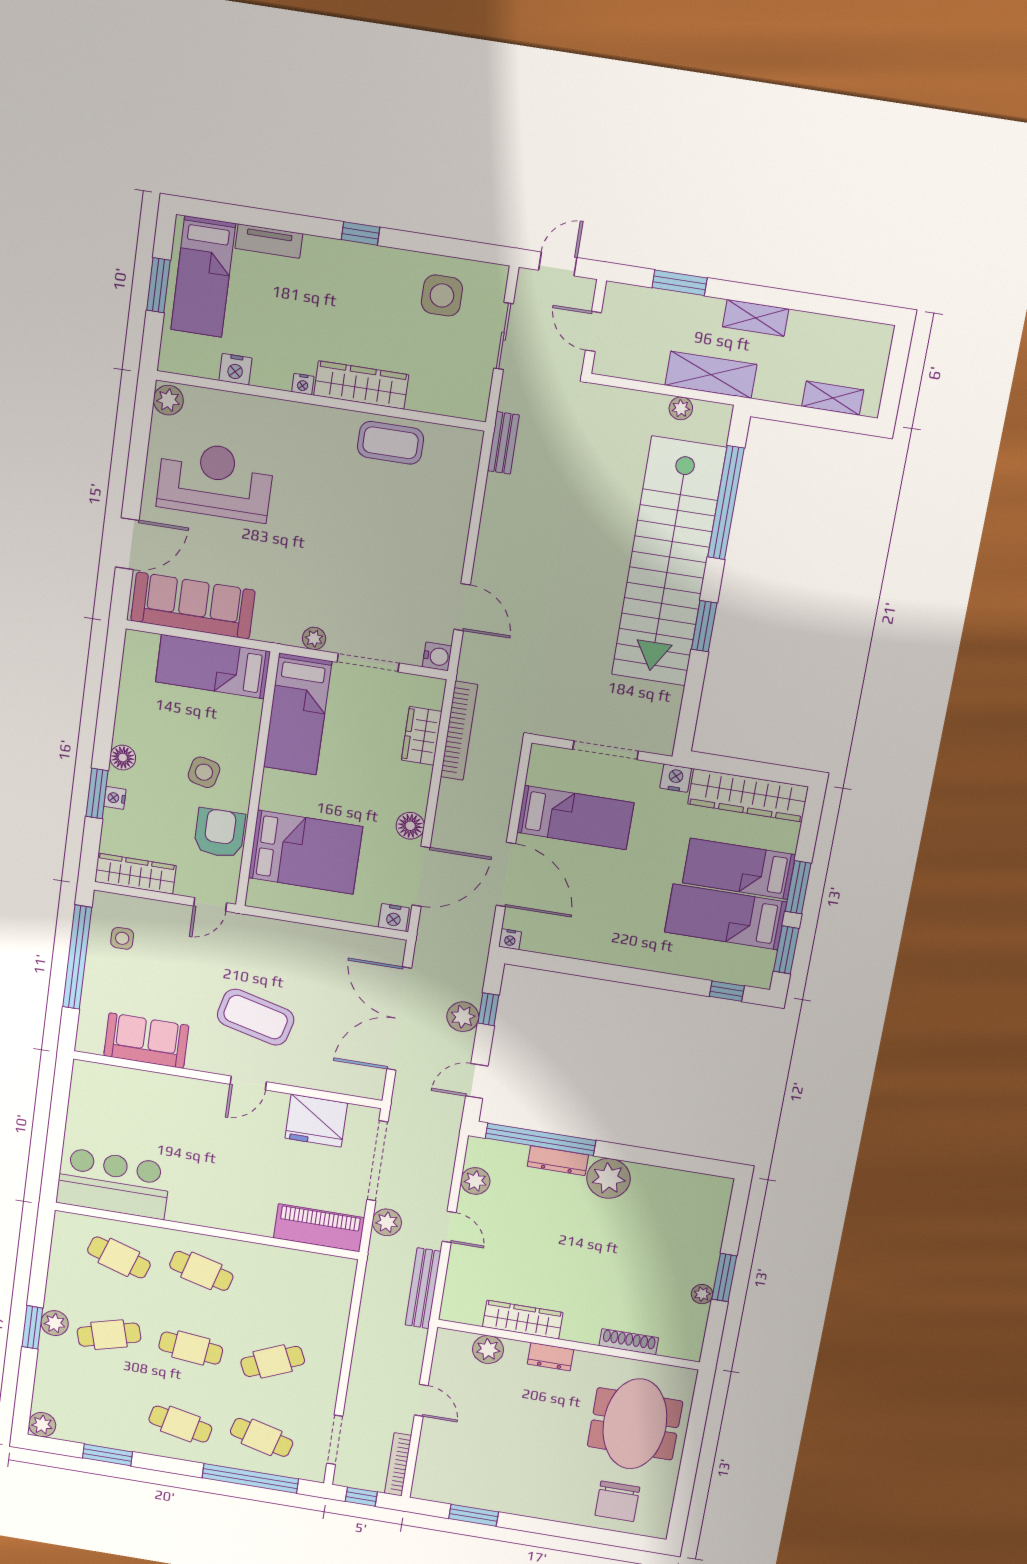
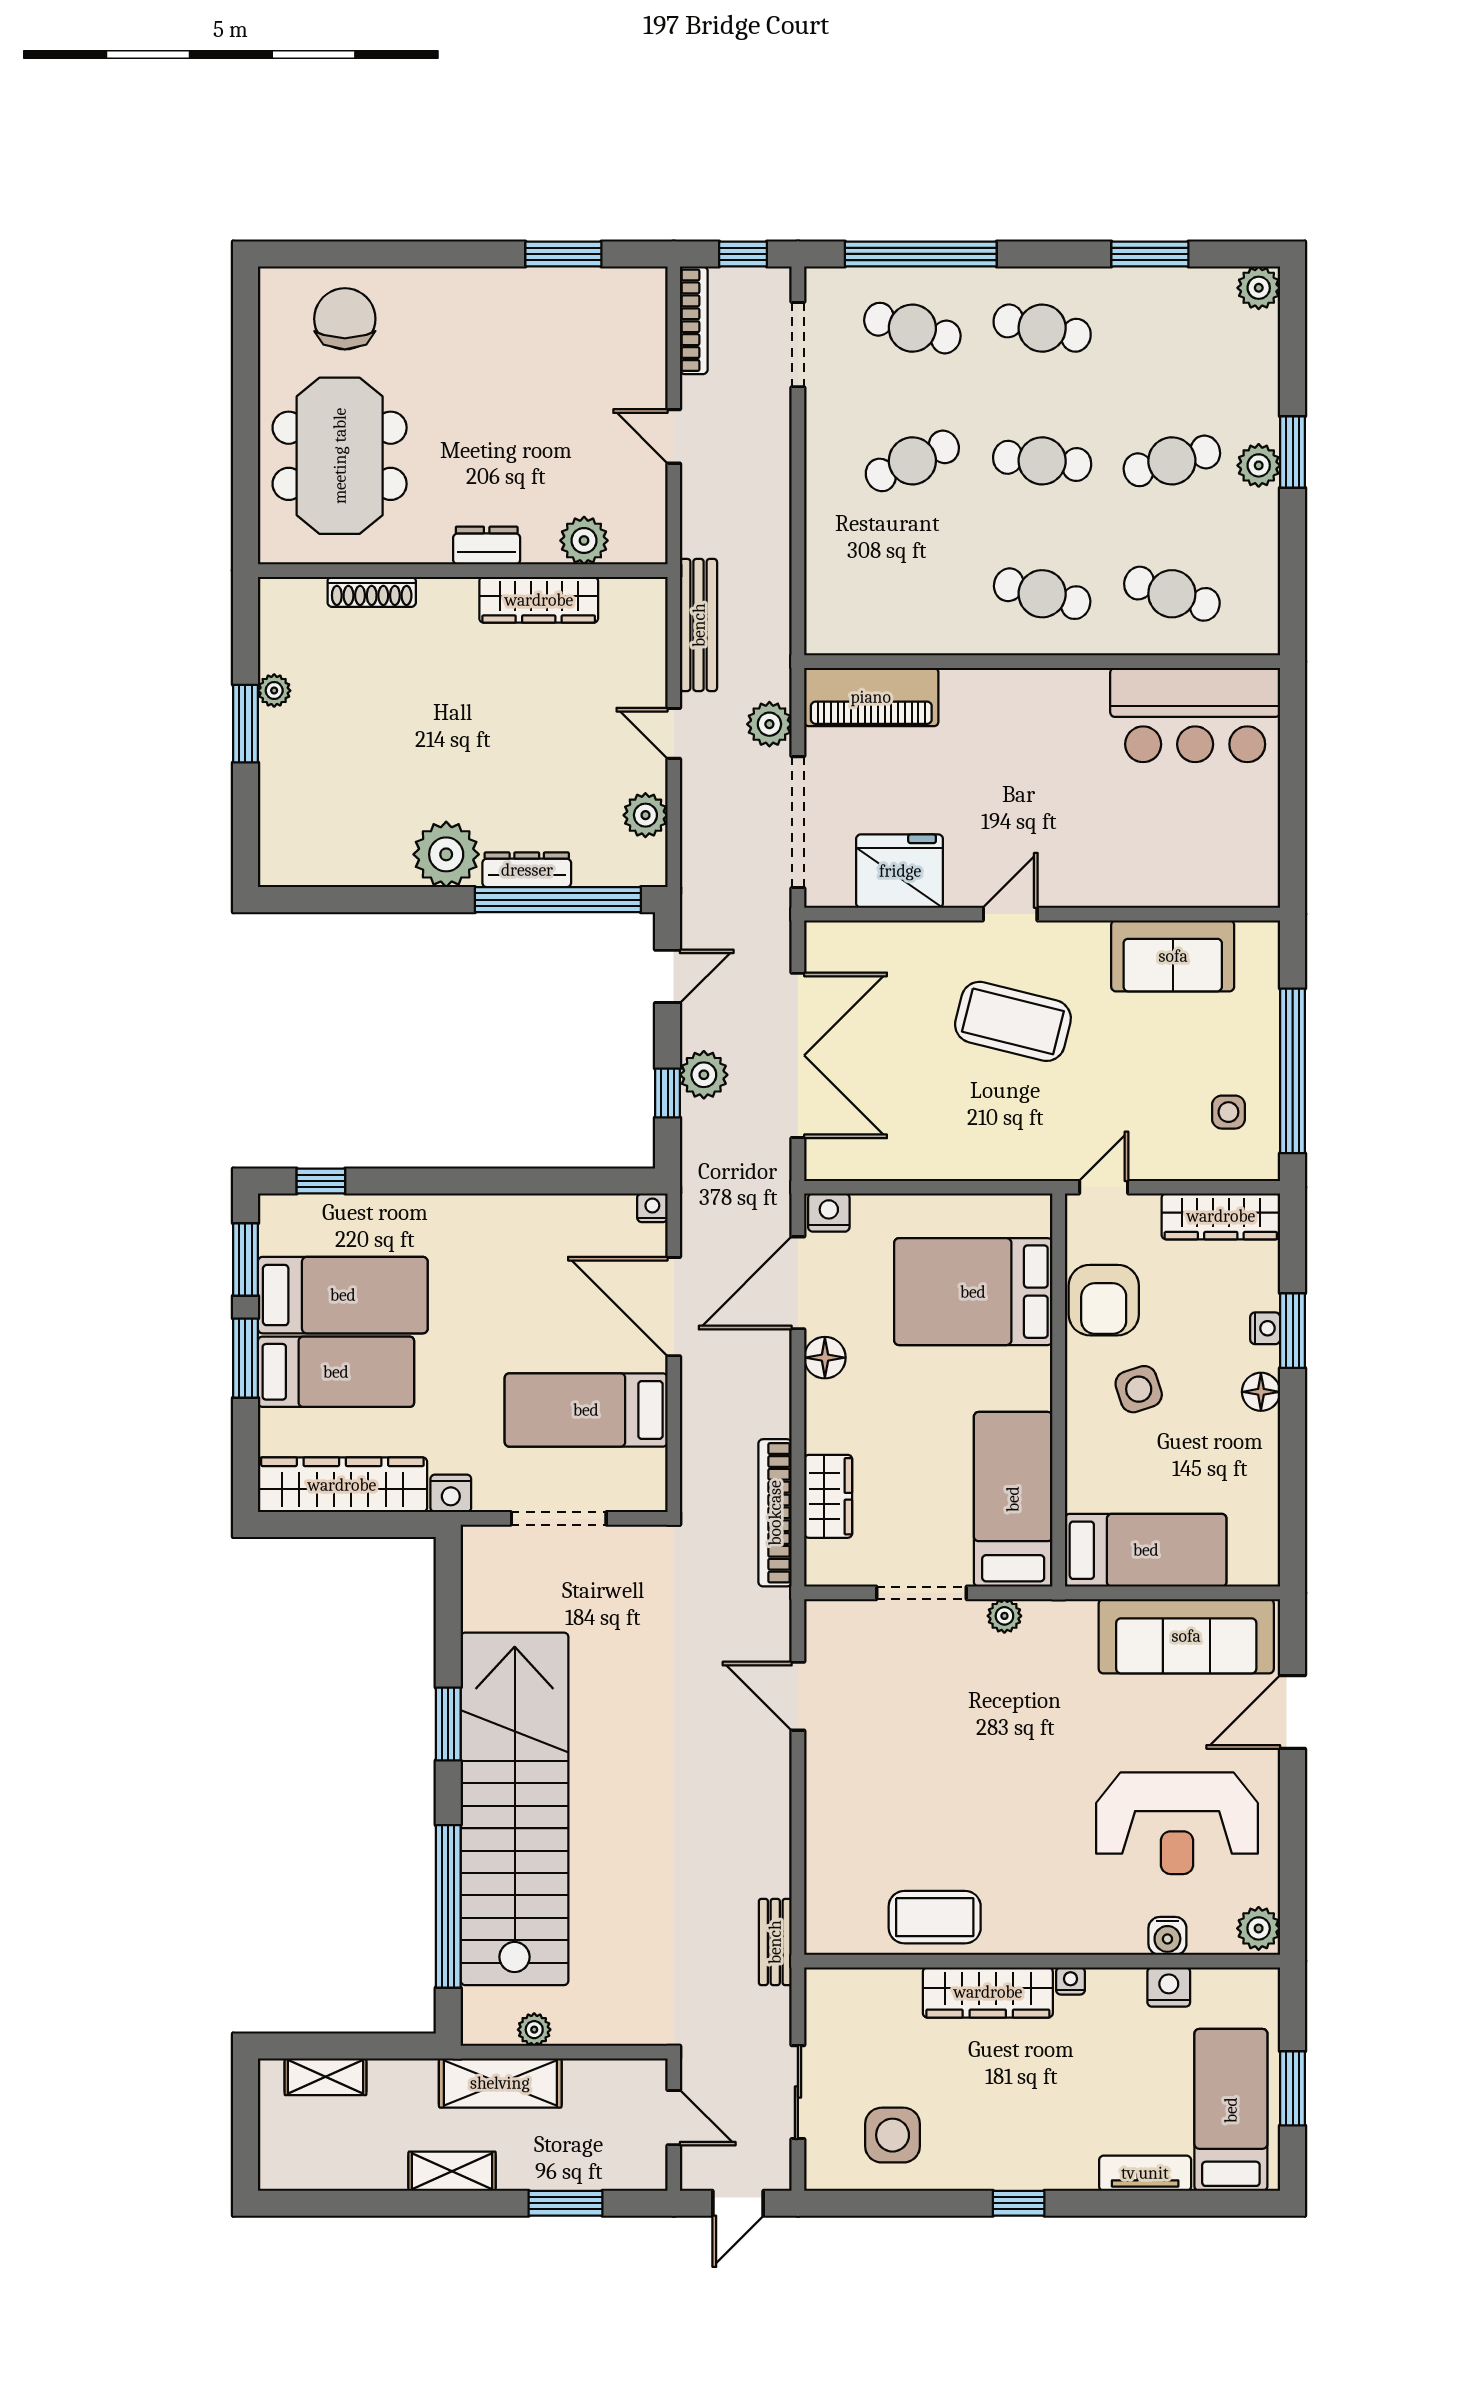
water cooler: (437, 656) -> (1167, 1936), moved, turned -90
side table: (204, 772) -> (1139, 1389), turned -31

